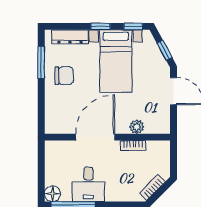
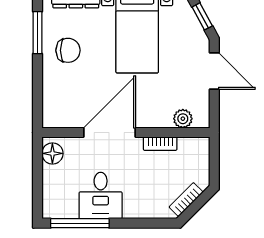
plant: (137, 127) -> (183, 119), moved
floor lamp: (52, 194) -> (52, 153), moved

